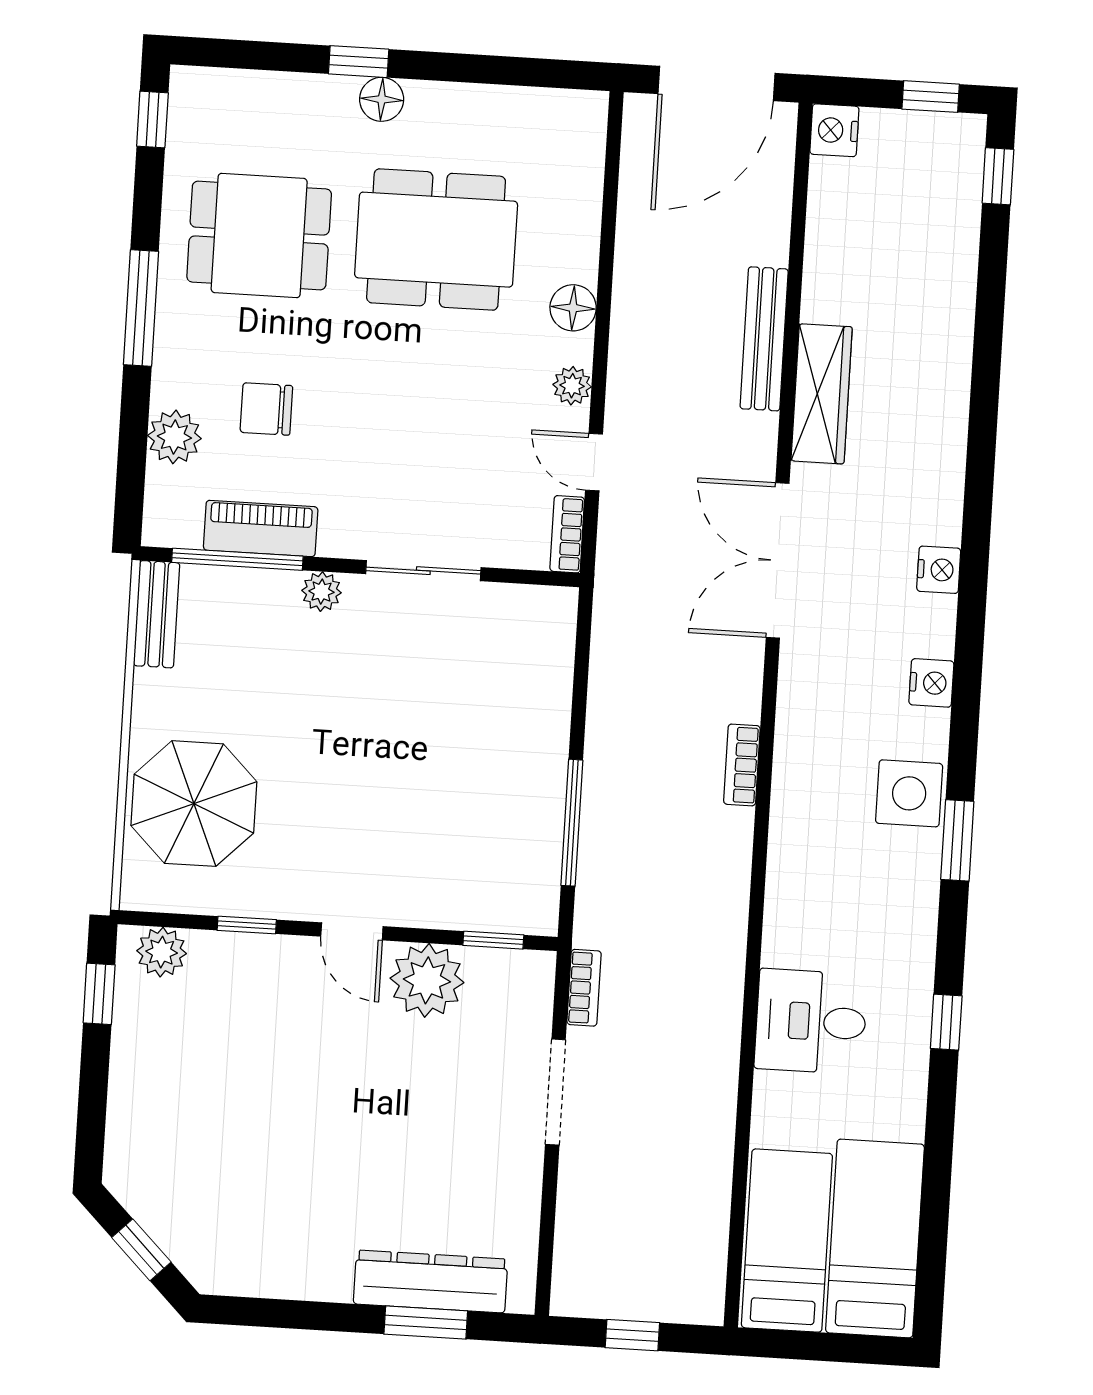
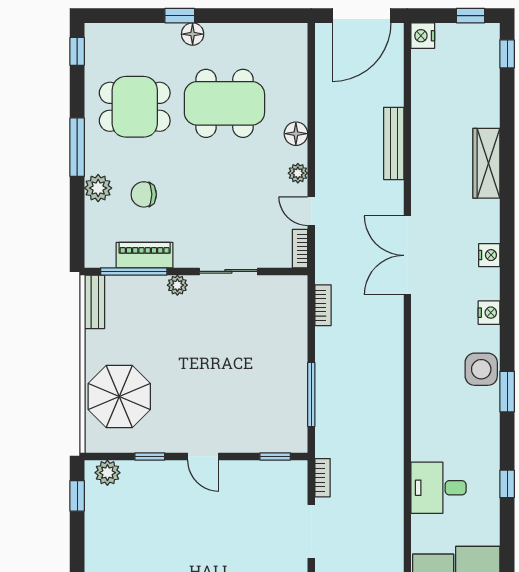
wardrobe: (822, 394) -> (486, 163), moved, turned 180
plant: (174, 437) -> (98, 188), moved
bookcase: (742, 765) -> (323, 305), moved, turned 180
plant: (427, 980) -> (243, 479), removed

